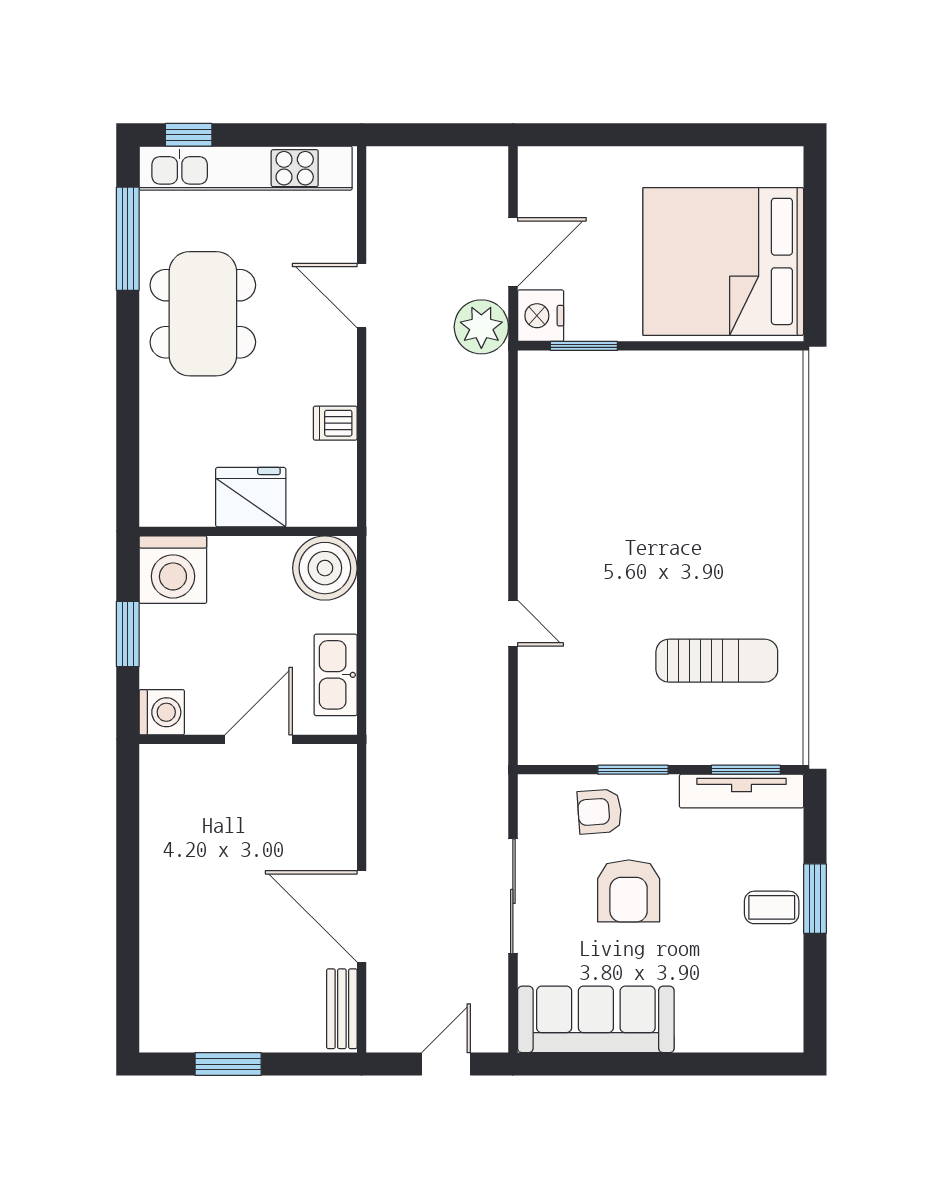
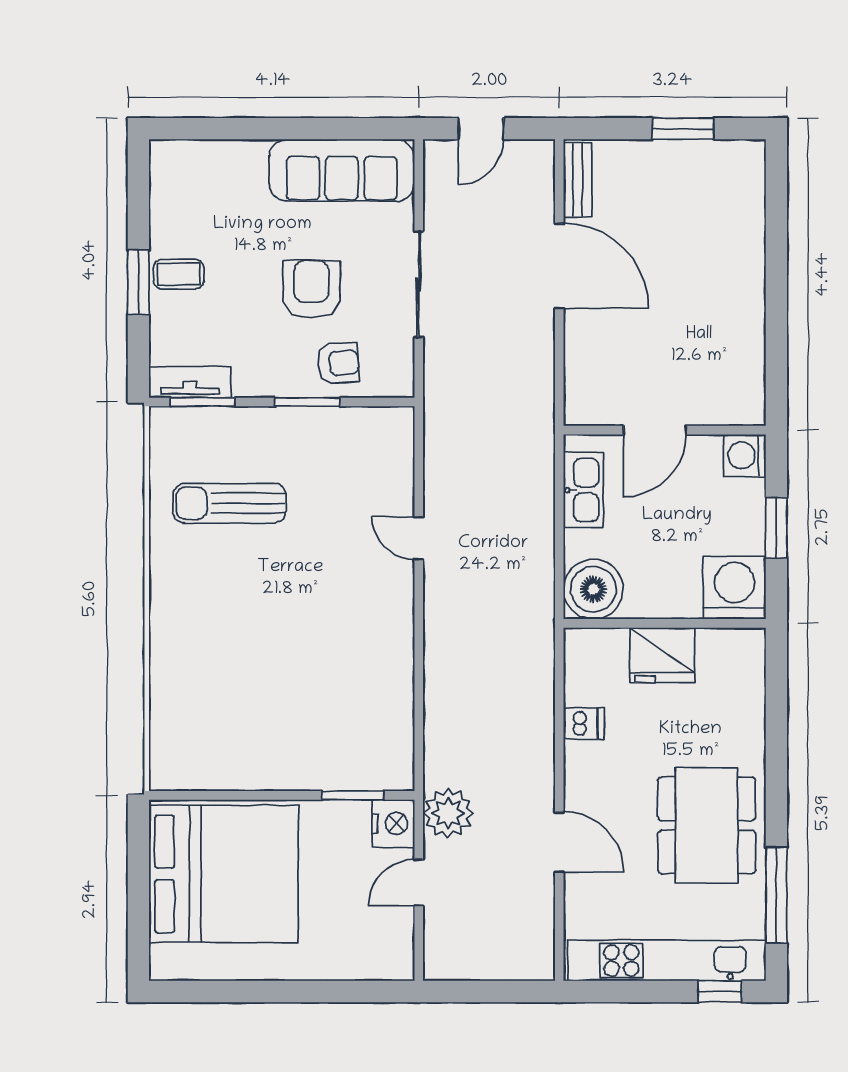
door: (513, 252) -> (419, 883), width x0.73
tv unit: (742, 791) -> (190, 382), width x0.71

